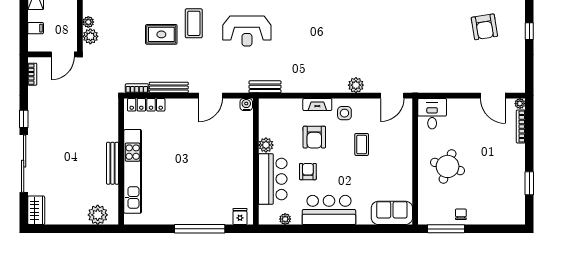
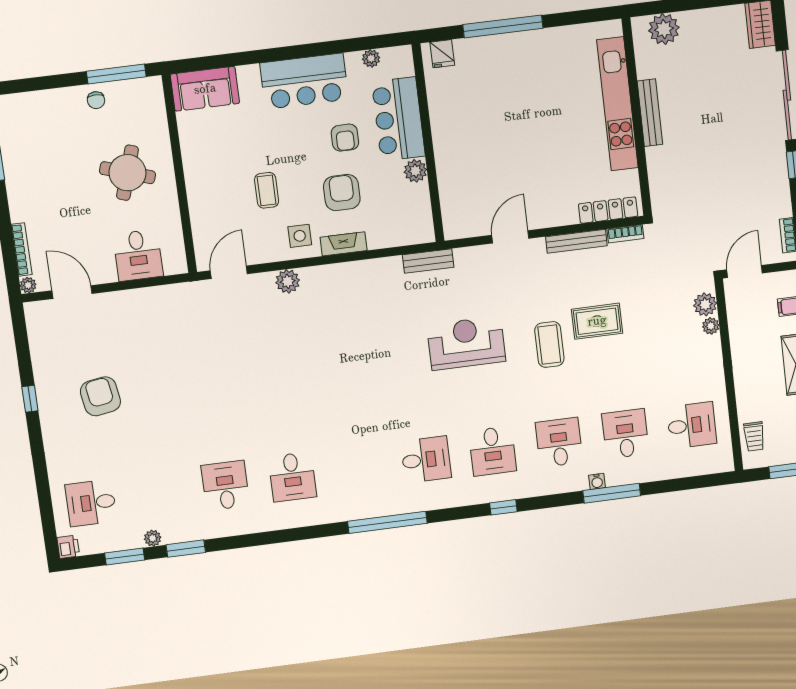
water cooler: (246, 105) -> (454, 230), removed
desk: (432, 114) -> (138, 255), moved

